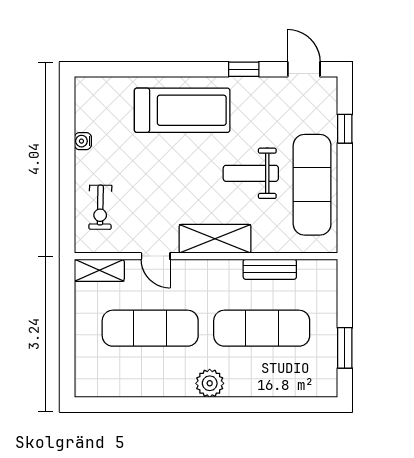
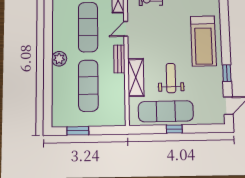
window: (345, 129) -> (174, 129), moved
shelving: (215, 239) -> (136, 77), moved
bench: (270, 269) -> (119, 59), moved

